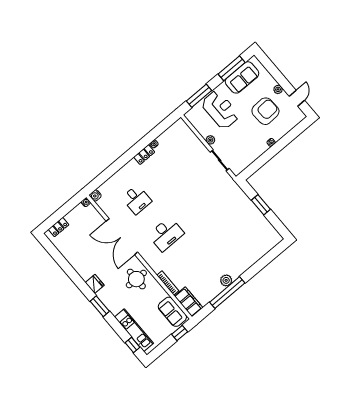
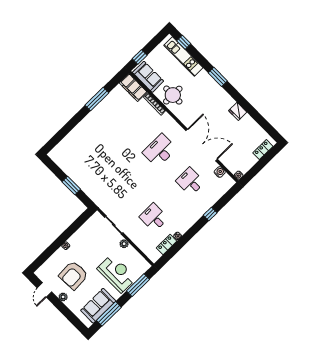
reception desk: (220, 110) -> (117, 273), turned 180
locker: (144, 155) -> (167, 244), moved
window: (118, 164) -> (210, 214), added
desk: (177, 165) -> (154, 217), added
water cooler: (95, 195) -> (220, 172), moved
round table: (136, 279) -> (173, 95), moved
plant: (226, 280) -> (99, 111), removed
fridge: (95, 284) -> (238, 111), moved
window: (227, 293) -> (97, 99), width x0.68

